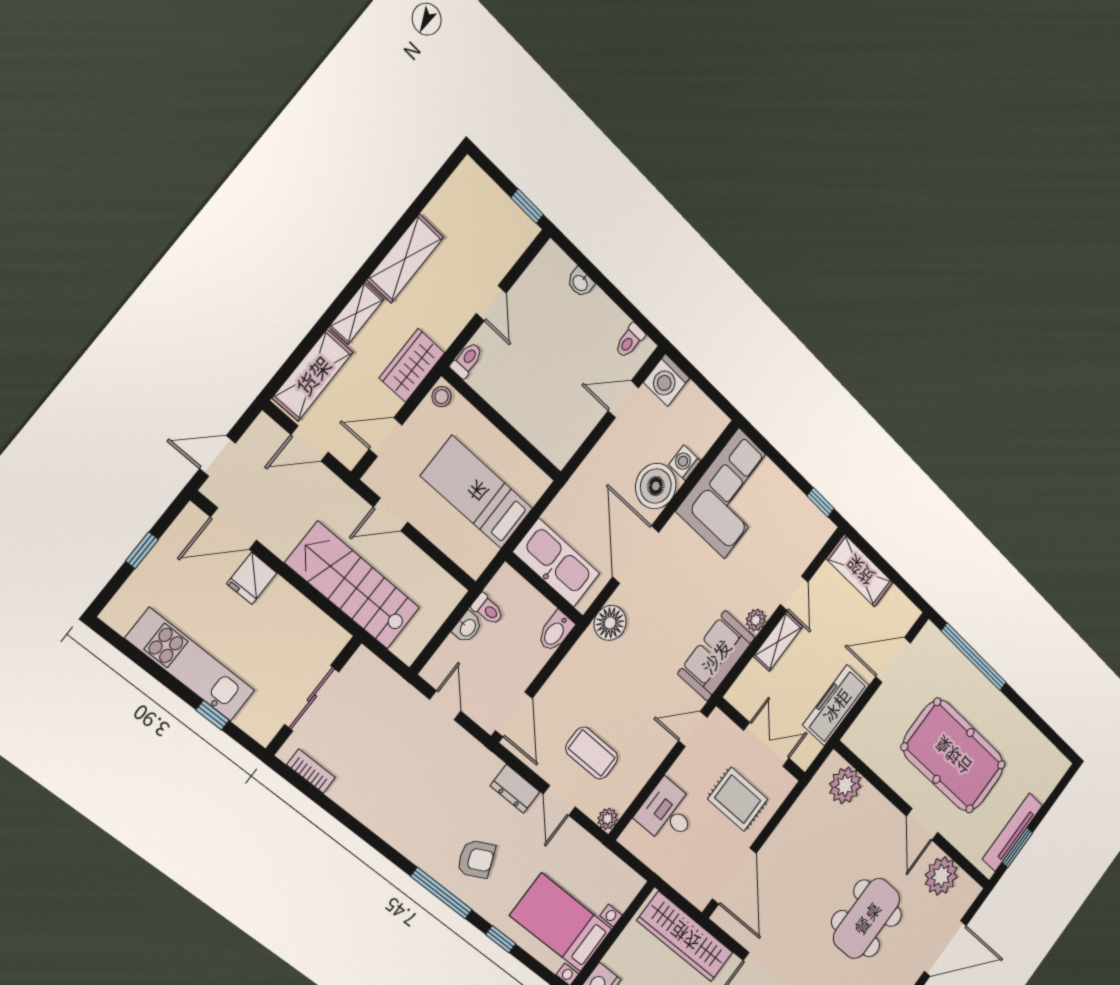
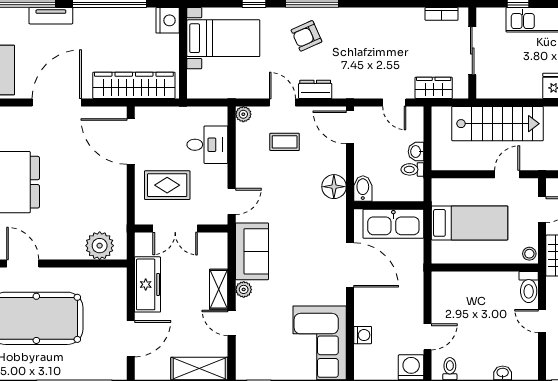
toilet: (467, 360) -> (529, 287), width x1.37, depth x1.39
boiler: (656, 486) -> (369, 309), removed
floor lamp: (610, 623) -> (334, 187), moved
wardrobe: (390, 688) -> (434, 88), added
coffee table: (592, 753) -> (285, 142), width x0.73, depth x0.77

